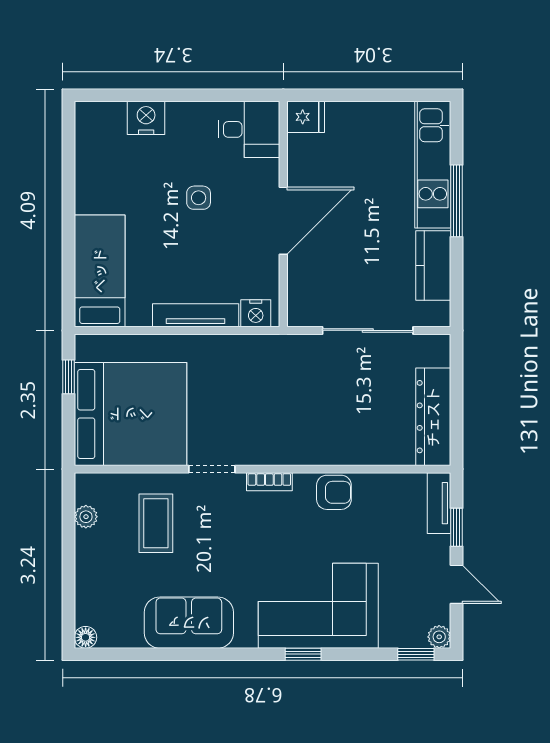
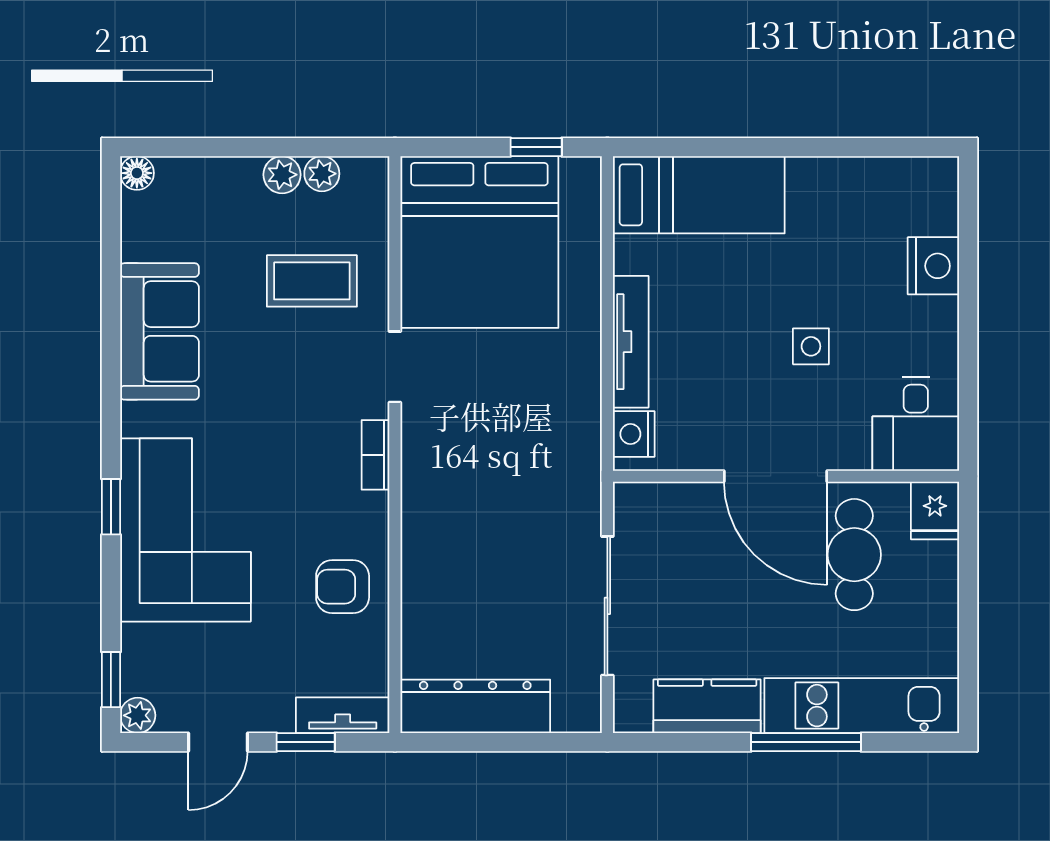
cafe table: (334, 169) -> (854, 555), added
armchair: (334, 492) -> (343, 587), moved, turned 90
plant: (87, 543) -> (282, 175), added

